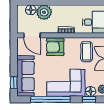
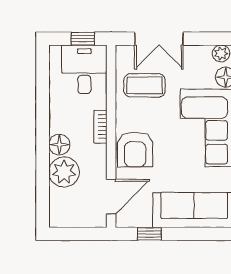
floor lamp: (31, 10) -> (59, 145), moved
window: (14, 83) -> (149, 234), moved

